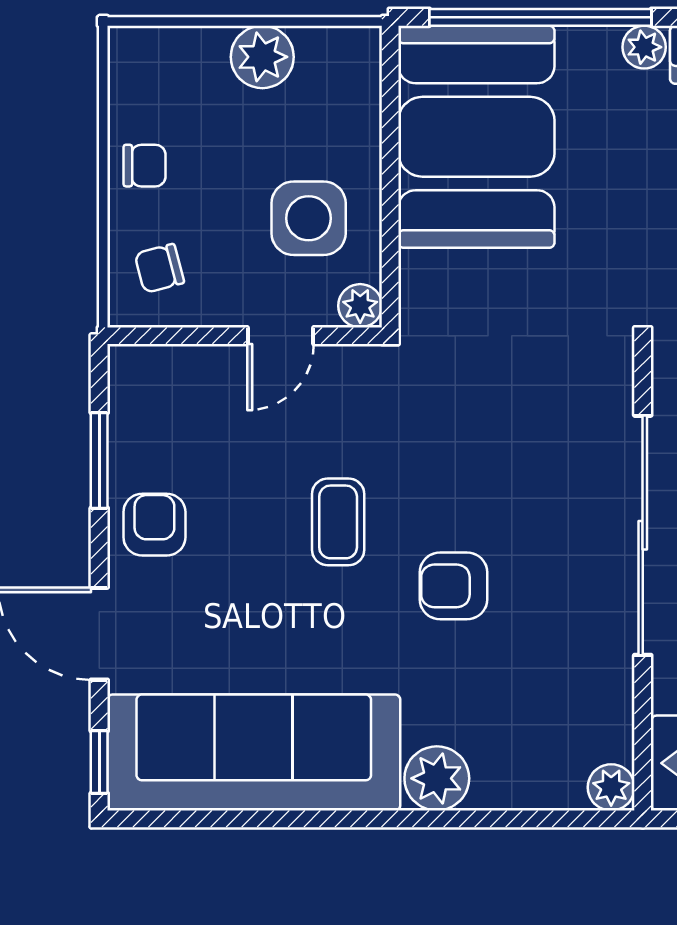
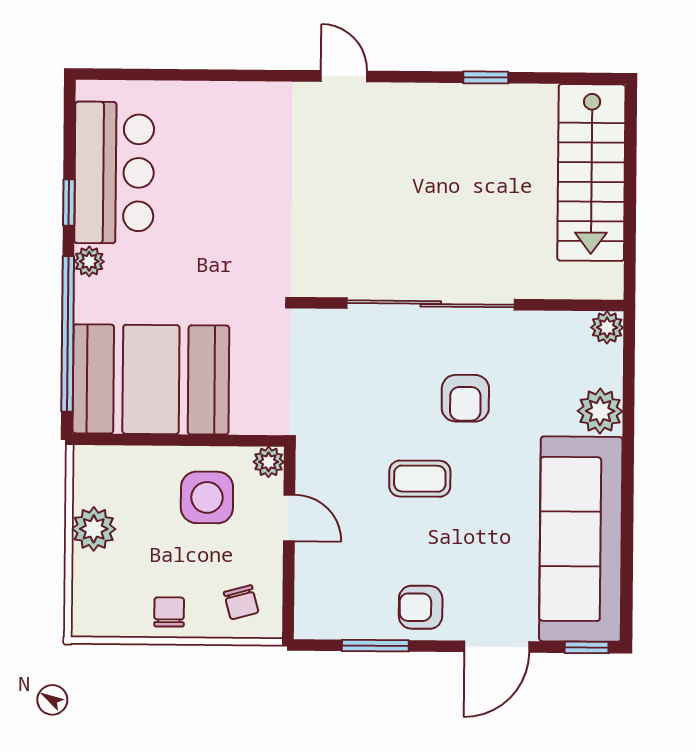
sliding door: (643, 535) -> (431, 304), moved
wall: (643, 577) -> (460, 304), moved
plant: (611, 787) -> (607, 327), moved

